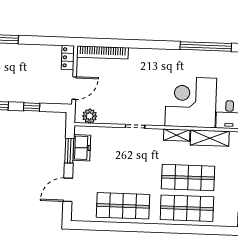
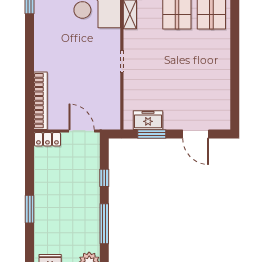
plant: (90, 116) -> (112, 113), removed
shop shelf: (123, 206) -> (211, 71), removed

